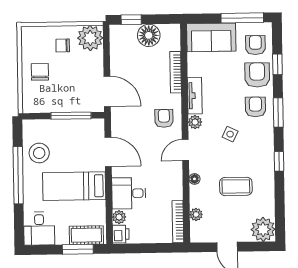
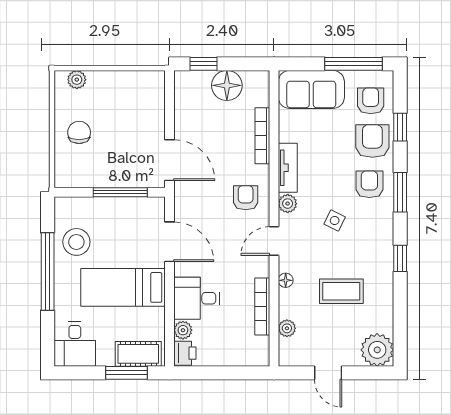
plant: (90, 38) -> (77, 80), moved, width x0.53, depth x0.53
chair: (63, 45) -> (110, 97), removed
bookcase: (178, 222) -> (262, 307), moved

